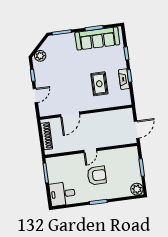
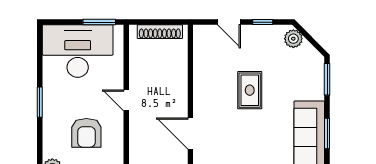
rug: (99, 84) -> (250, 90), moved, turned 90
door: (70, 114) -> (190, 134), moved
armchair: (97, 175) -> (86, 133), moved
desk: (62, 194) -> (78, 51), width x1.87, depth x1.30

